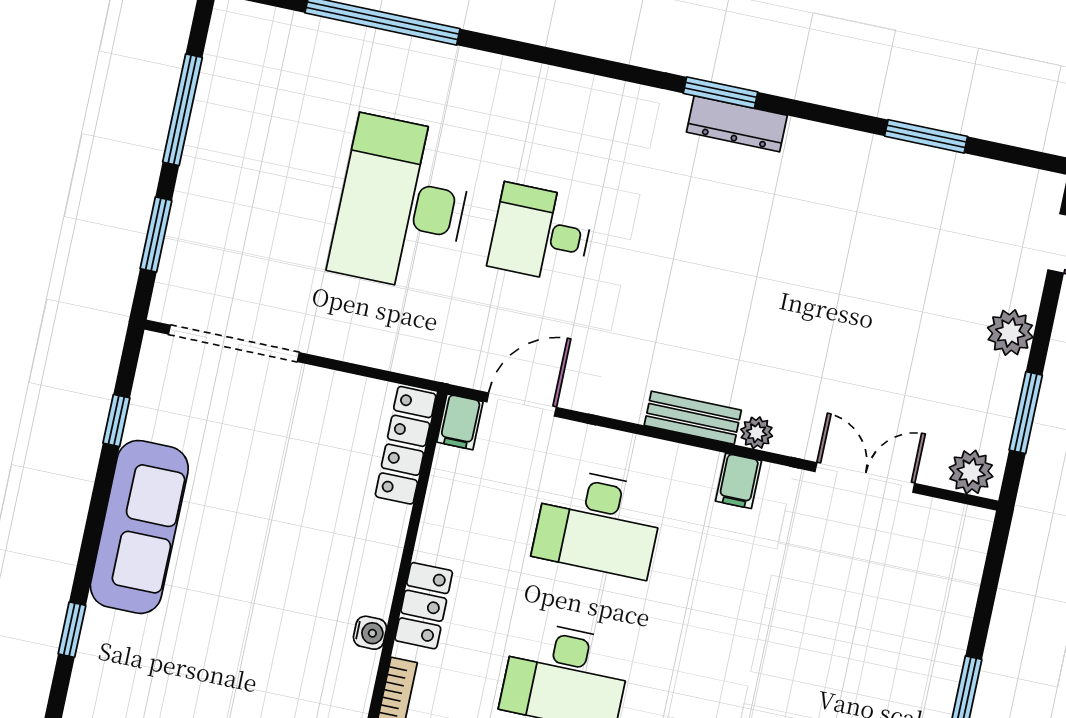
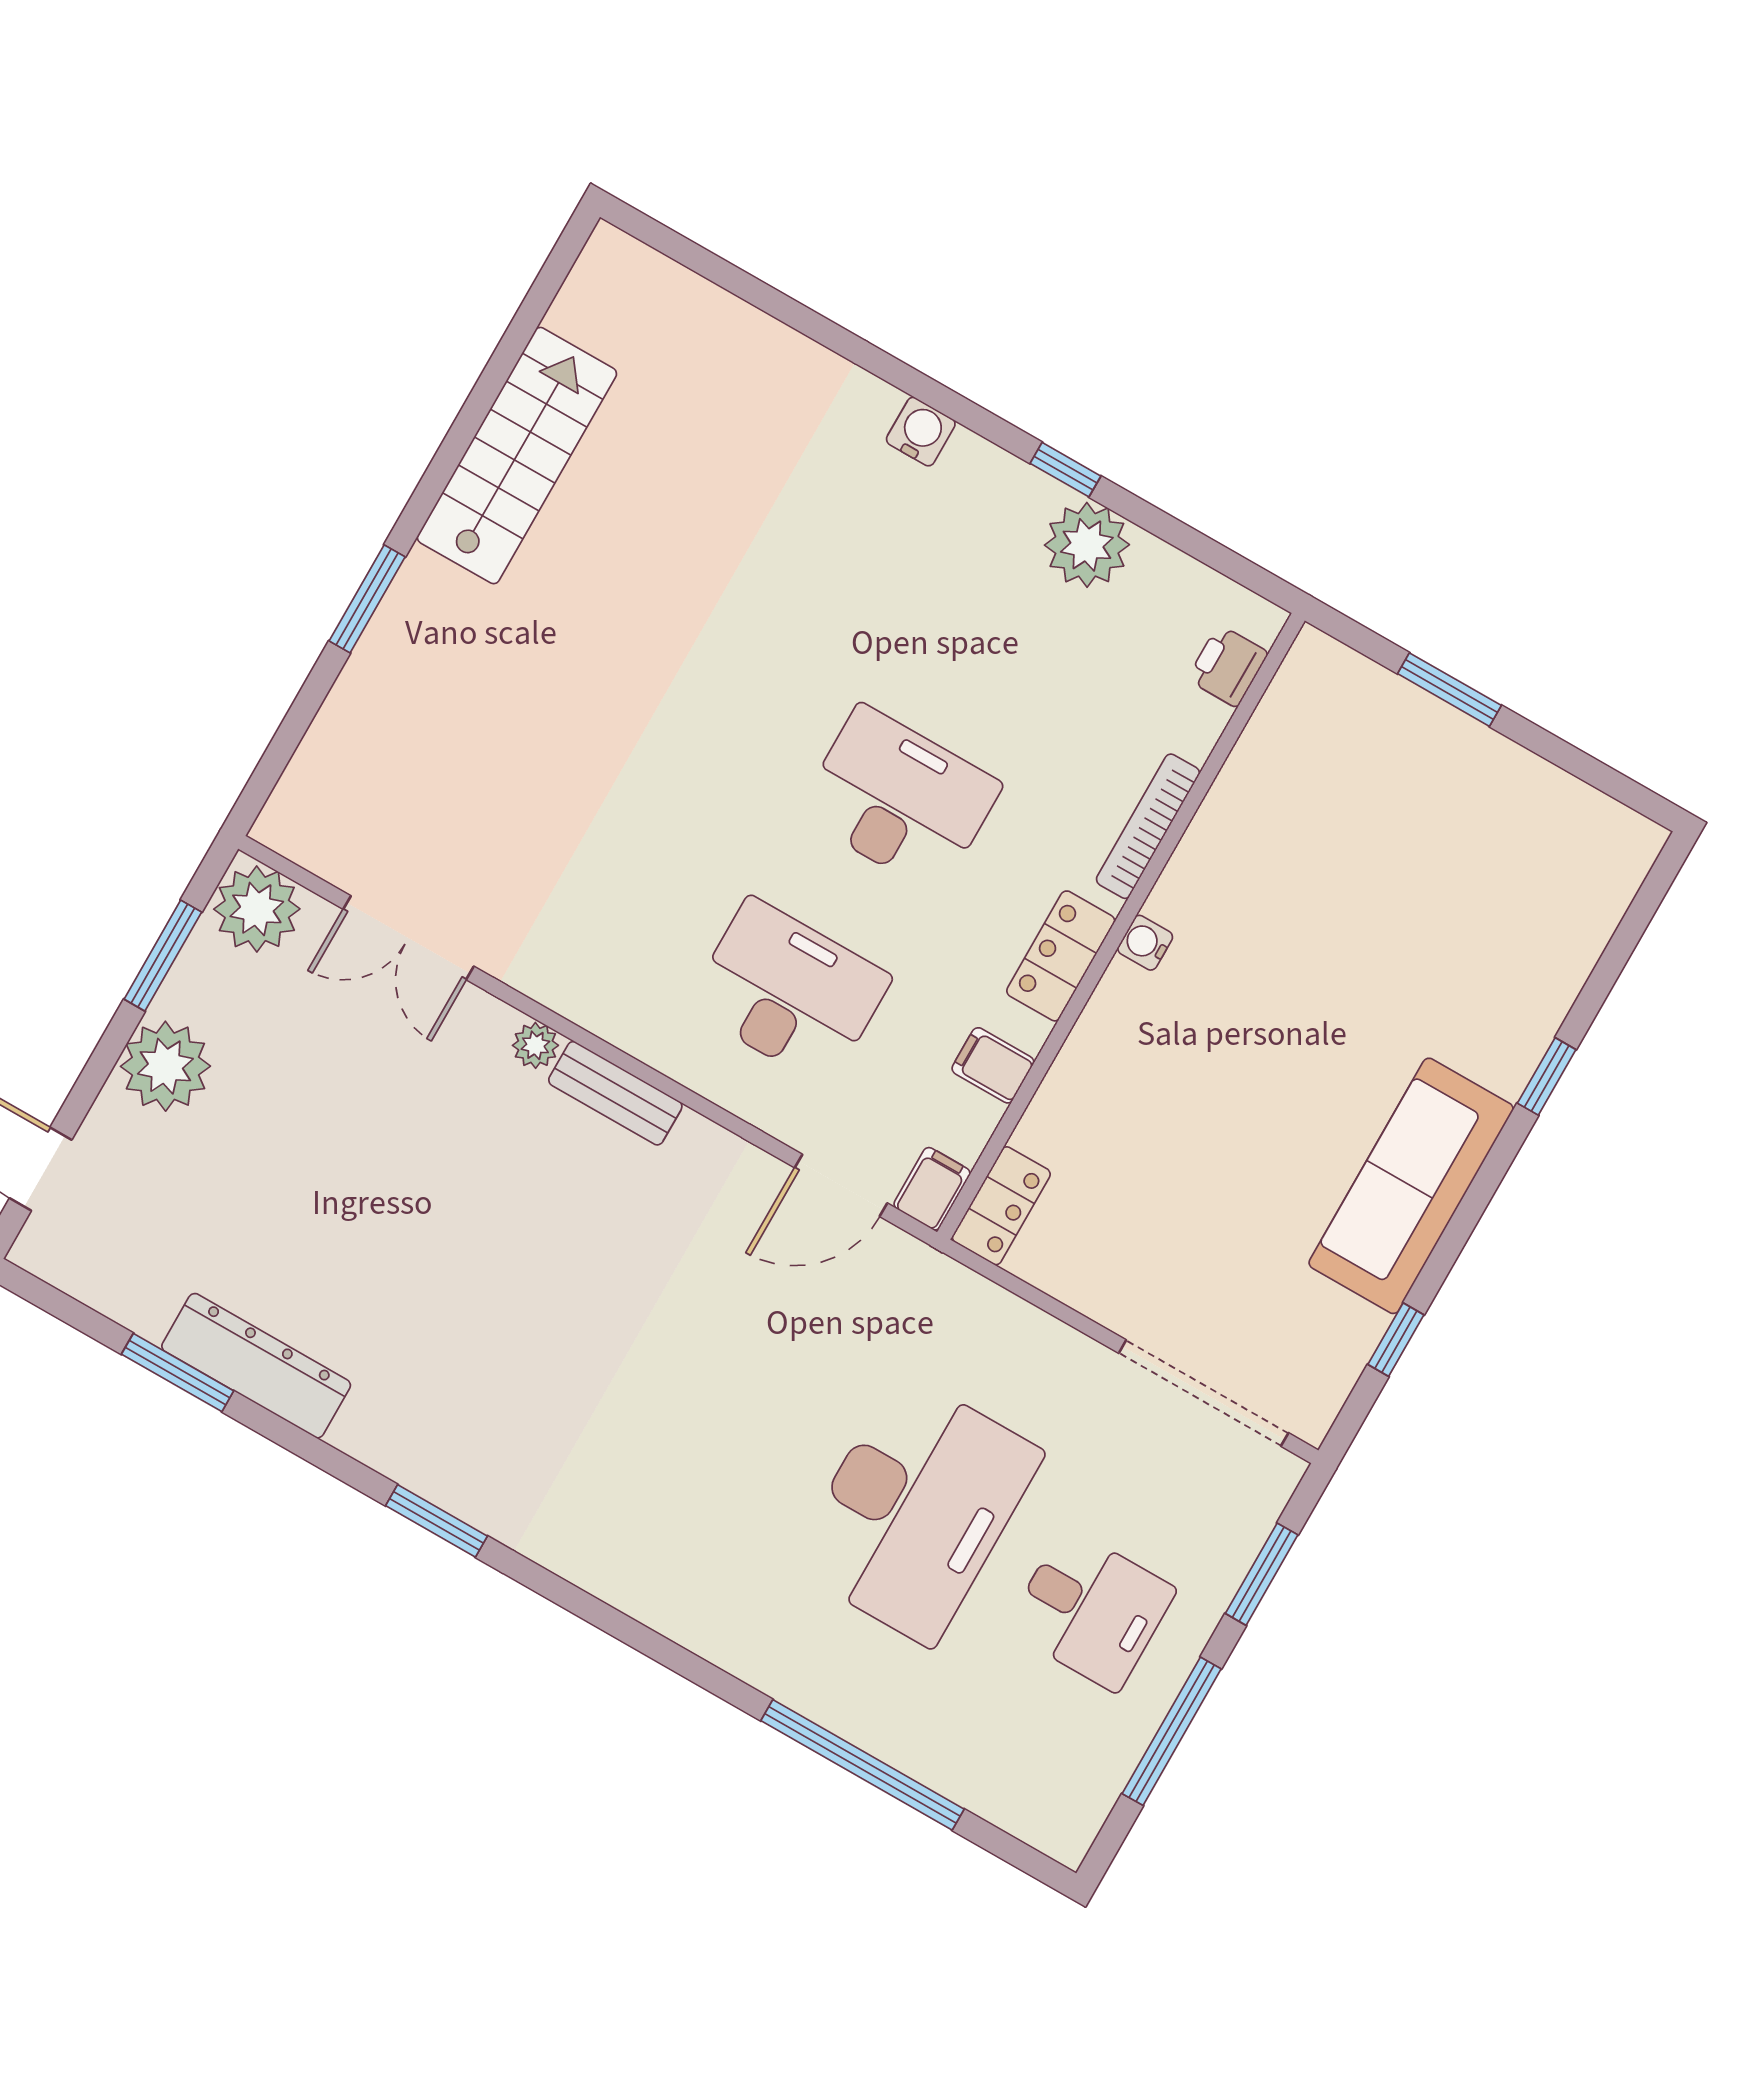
dresser: (737, 124) -> (256, 1366), moved, width x1.37, depth x1.24
desk: (541, 233) -> (1091, 1609), moved
plant: (1010, 333) -> (165, 1066), width x1.36, depth x1.36
locker: (406, 445) -> (1001, 1206), width x0.66
plant: (971, 472) -> (257, 909), width x1.36, depth x1.36
filing cabinet: (738, 481) -> (993, 1065), moved, turned -90

